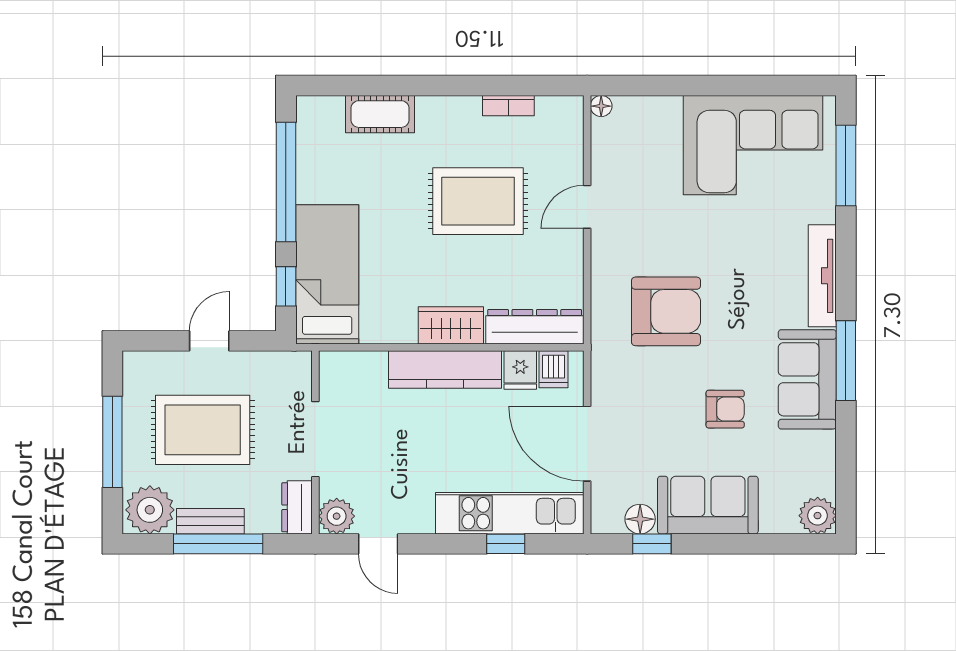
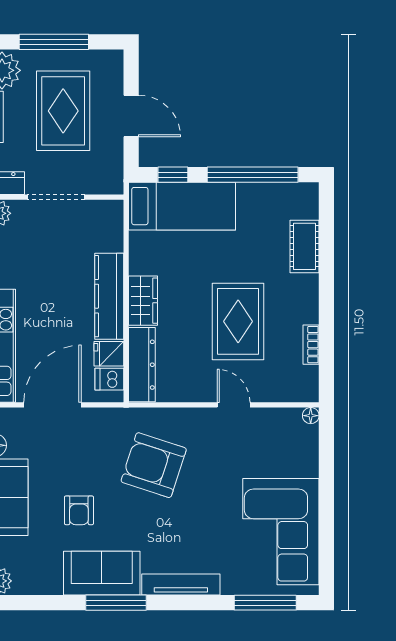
armchair: (666, 311) -> (154, 465), turned 108
door: (209, 341) -> (131, 116), width x1.38

